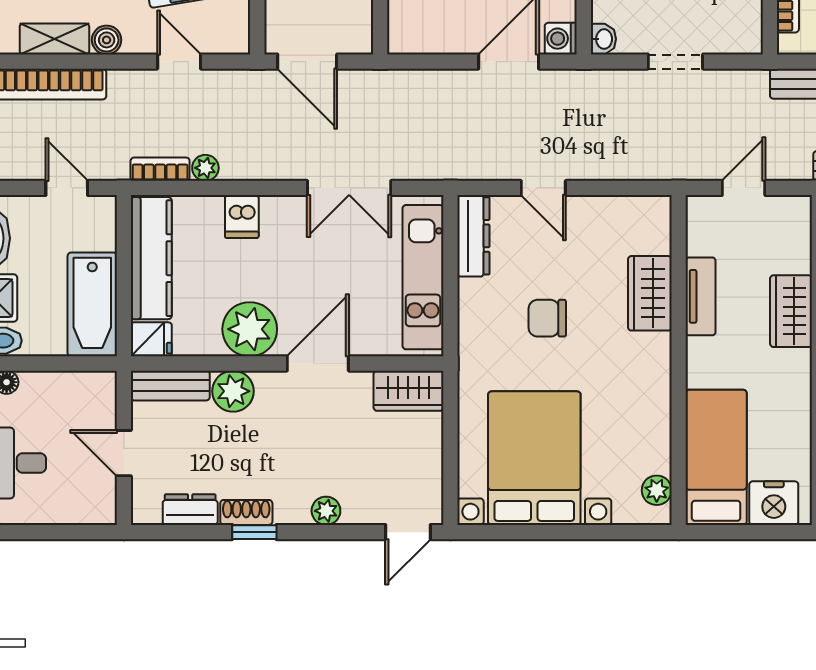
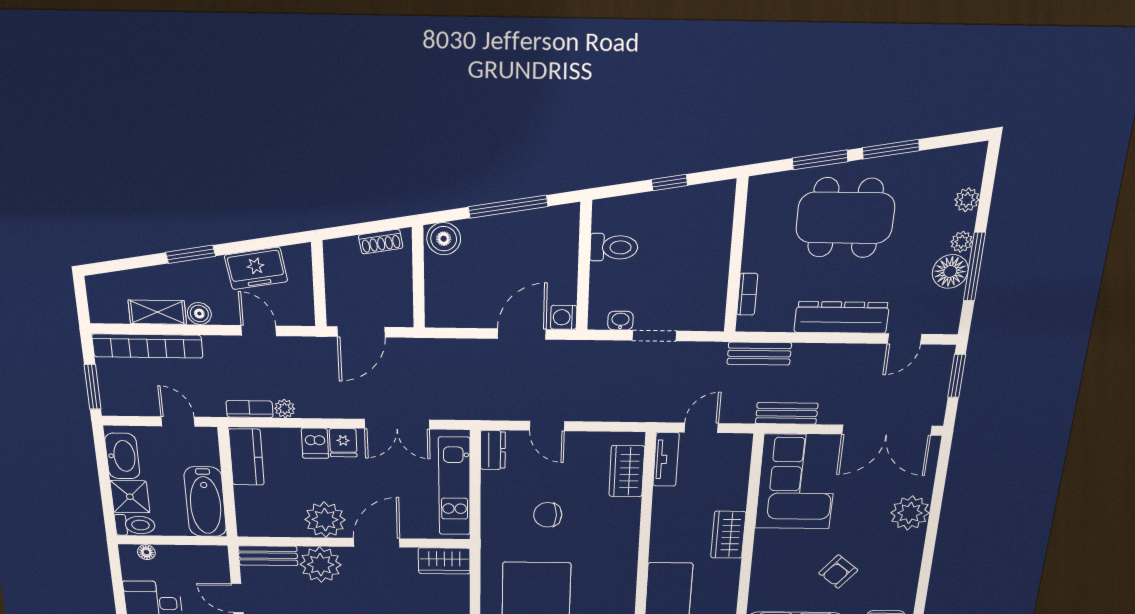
washbasin: (603, 39) -> (620, 321), moved, turned -90
door: (307, 62) -> (361, 332), hinge flipped
dresser: (473, 236) -> (493, 450), width x0.70
kitchen counter: (151, 258) -> (246, 457), width x0.67
wardrobe: (650, 293) -> (627, 471), moved
tv unit: (701, 296) -> (666, 459), moved
wardrobe: (791, 311) -> (728, 535), moved
fridge: (151, 339) -> (343, 443), moved, turned 90
plant: (233, 391) -> (321, 565), width x1.36, depth x1.36

